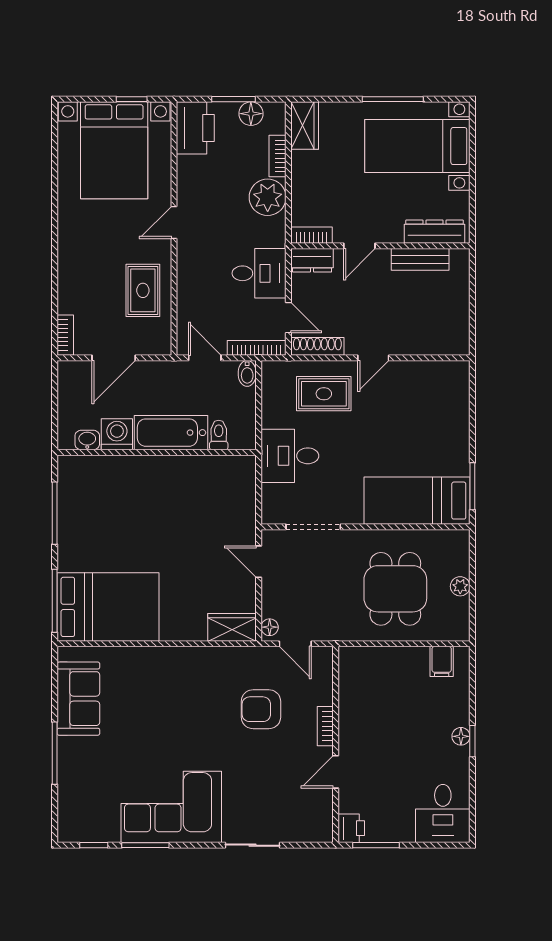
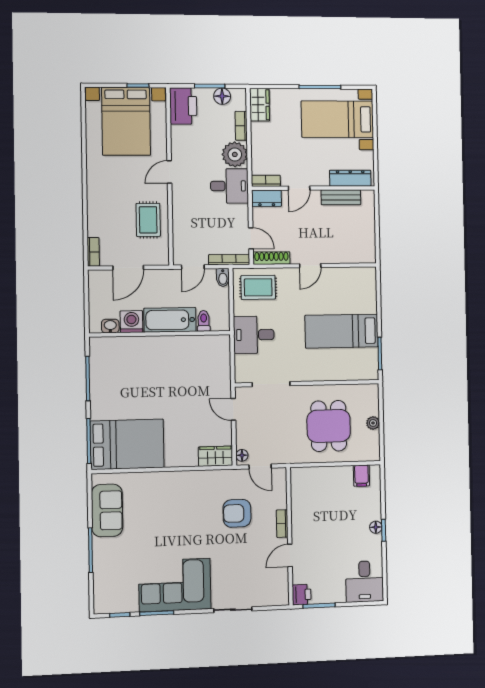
desk: (259, 273) -> (229, 186), moved
door: (205, 358) -> (193, 267), swing flipped
rug: (324, 394) -> (258, 287), moved
bed: (417, 501) -> (342, 331), moved

